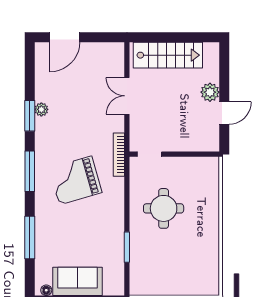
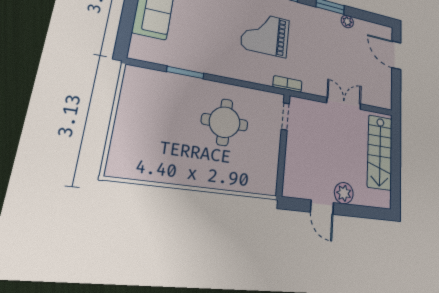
plant: (41, 109) -> (347, 21), moved
bookcase: (119, 155) -> (287, 84), width x0.64
grand piano: (75, 180) -> (265, 34), turned -74

